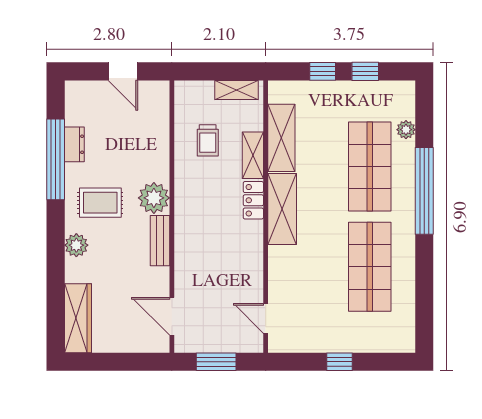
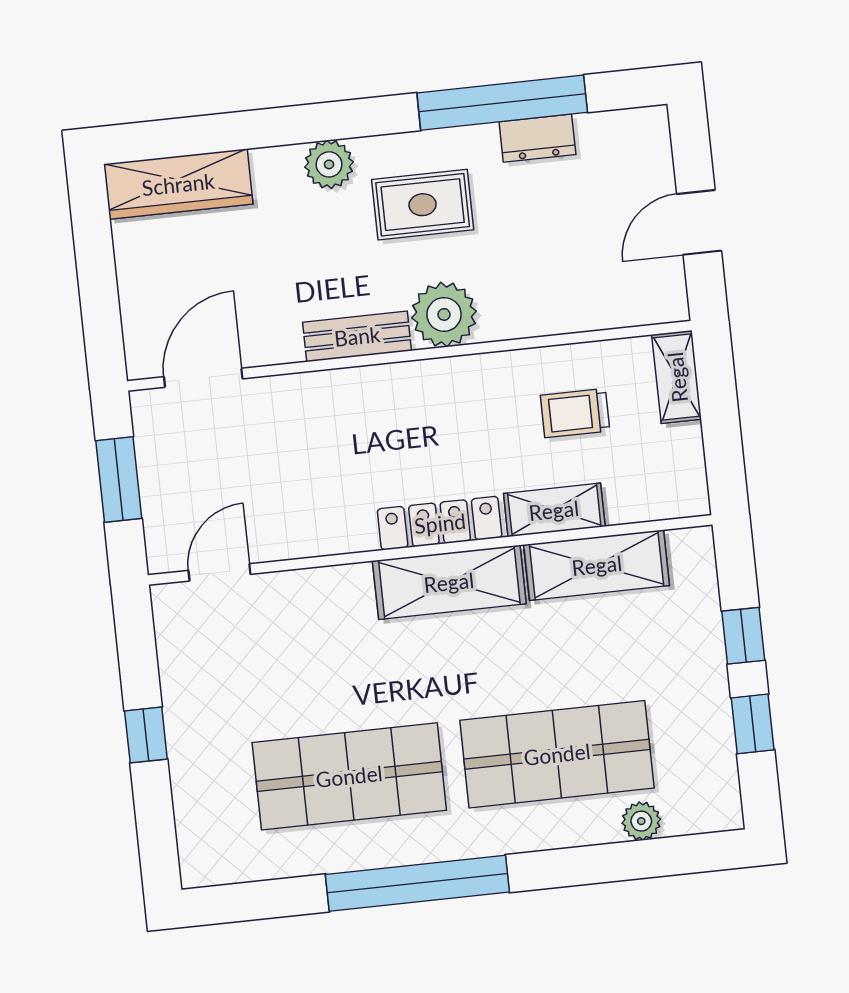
shelving: (236, 90) -> (677, 377), moved
window: (424, 191) -> (417, 883), moved
locker: (253, 200) -> (440, 523), width x1.53
rug: (100, 203) -> (423, 205), turned 90

